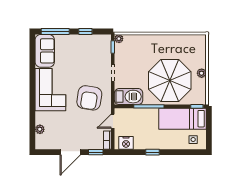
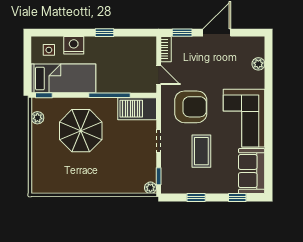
window: (55, 31) -> (237, 198), width x0.46
coffee table: (81, 65) -> (201, 151), added
plant: (202, 73) -> (37, 118), moved
parasol: (170, 80) -> (81, 131), width x0.73, depth x0.73
armchair: (89, 98) -> (191, 107), turned 81
door: (113, 121) -> (159, 75), hinge flipped
nightstand: (126, 143) -> (74, 45), moved

